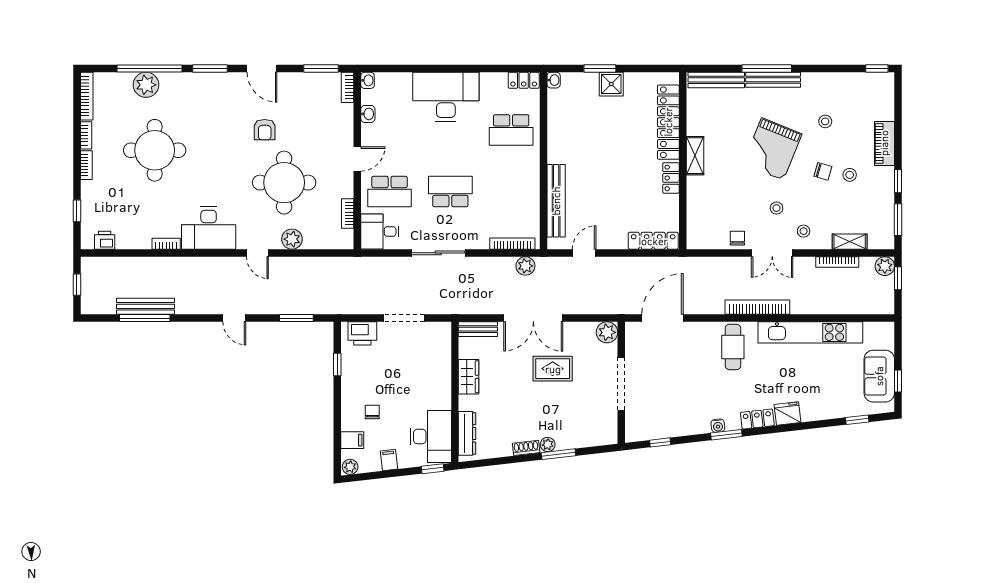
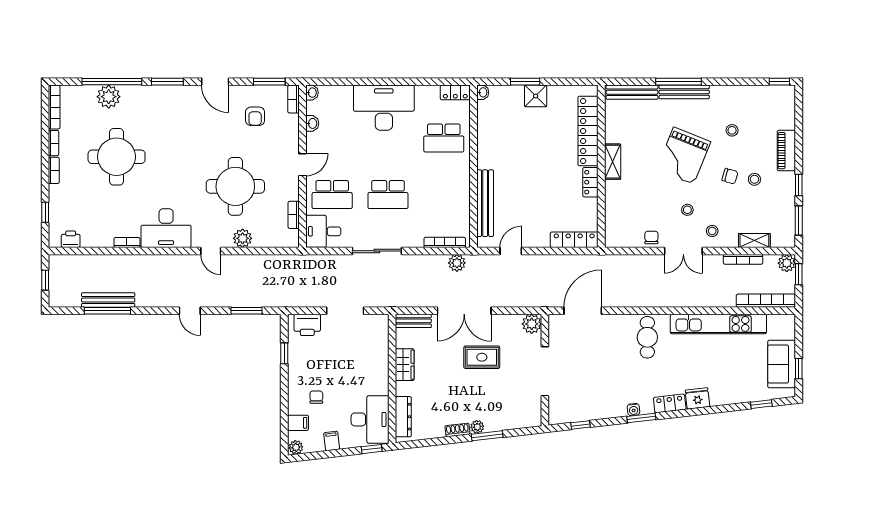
armchair: (265, 130) -> (255, 116), moved
school desk: (450, 191) -> (388, 195), turned 180
bookcase: (757, 307) -> (766, 301), moved

